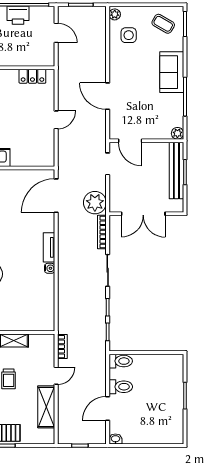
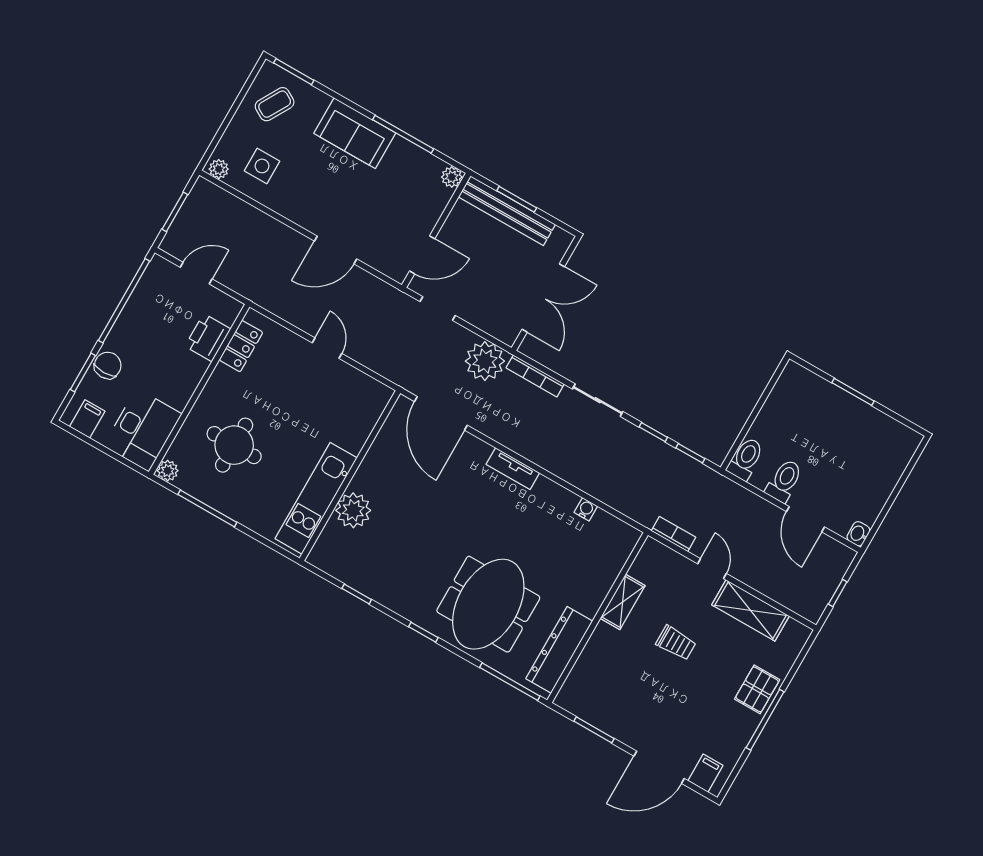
printer: (18, 15) -> (208, 338), moved, turned 180
water cooler: (50, 268) -> (586, 509), moved

